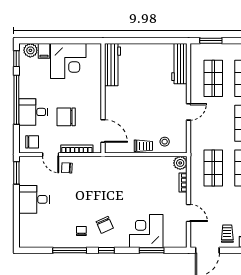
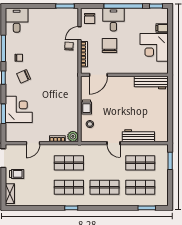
plant: (30, 50) -> (163, 17), removed
workbench: (179, 64) -> (138, 136), moved
desk: (34, 199) -> (17, 20), moved

